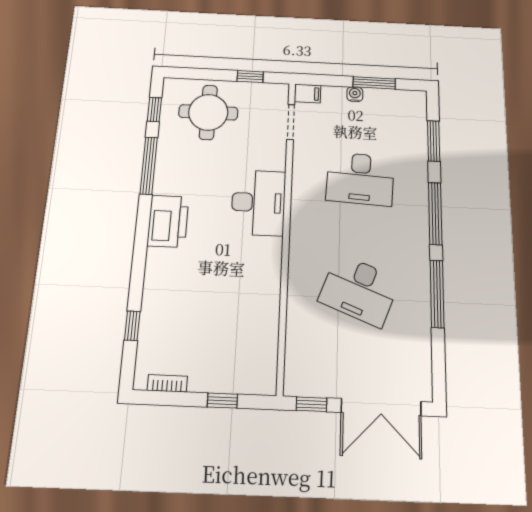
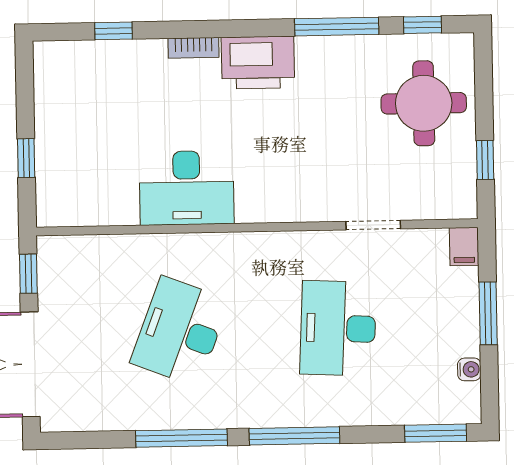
window: (374, 83) -> (488, 313), moved
water cooler: (355, 94) -> (469, 369), moved
doorway: (291, 122) -> (373, 225), moved
window: (434, 141) -> (436, 433), moved
desk: (258, 203) -> (187, 188), moved
bookcase: (167, 383) -> (194, 48), moved, turned 90

